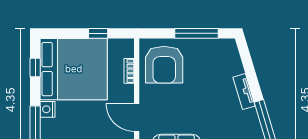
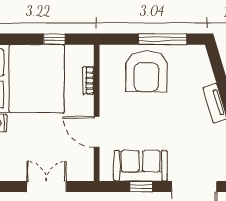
armchair: (164, 65) -> (146, 71), moved

